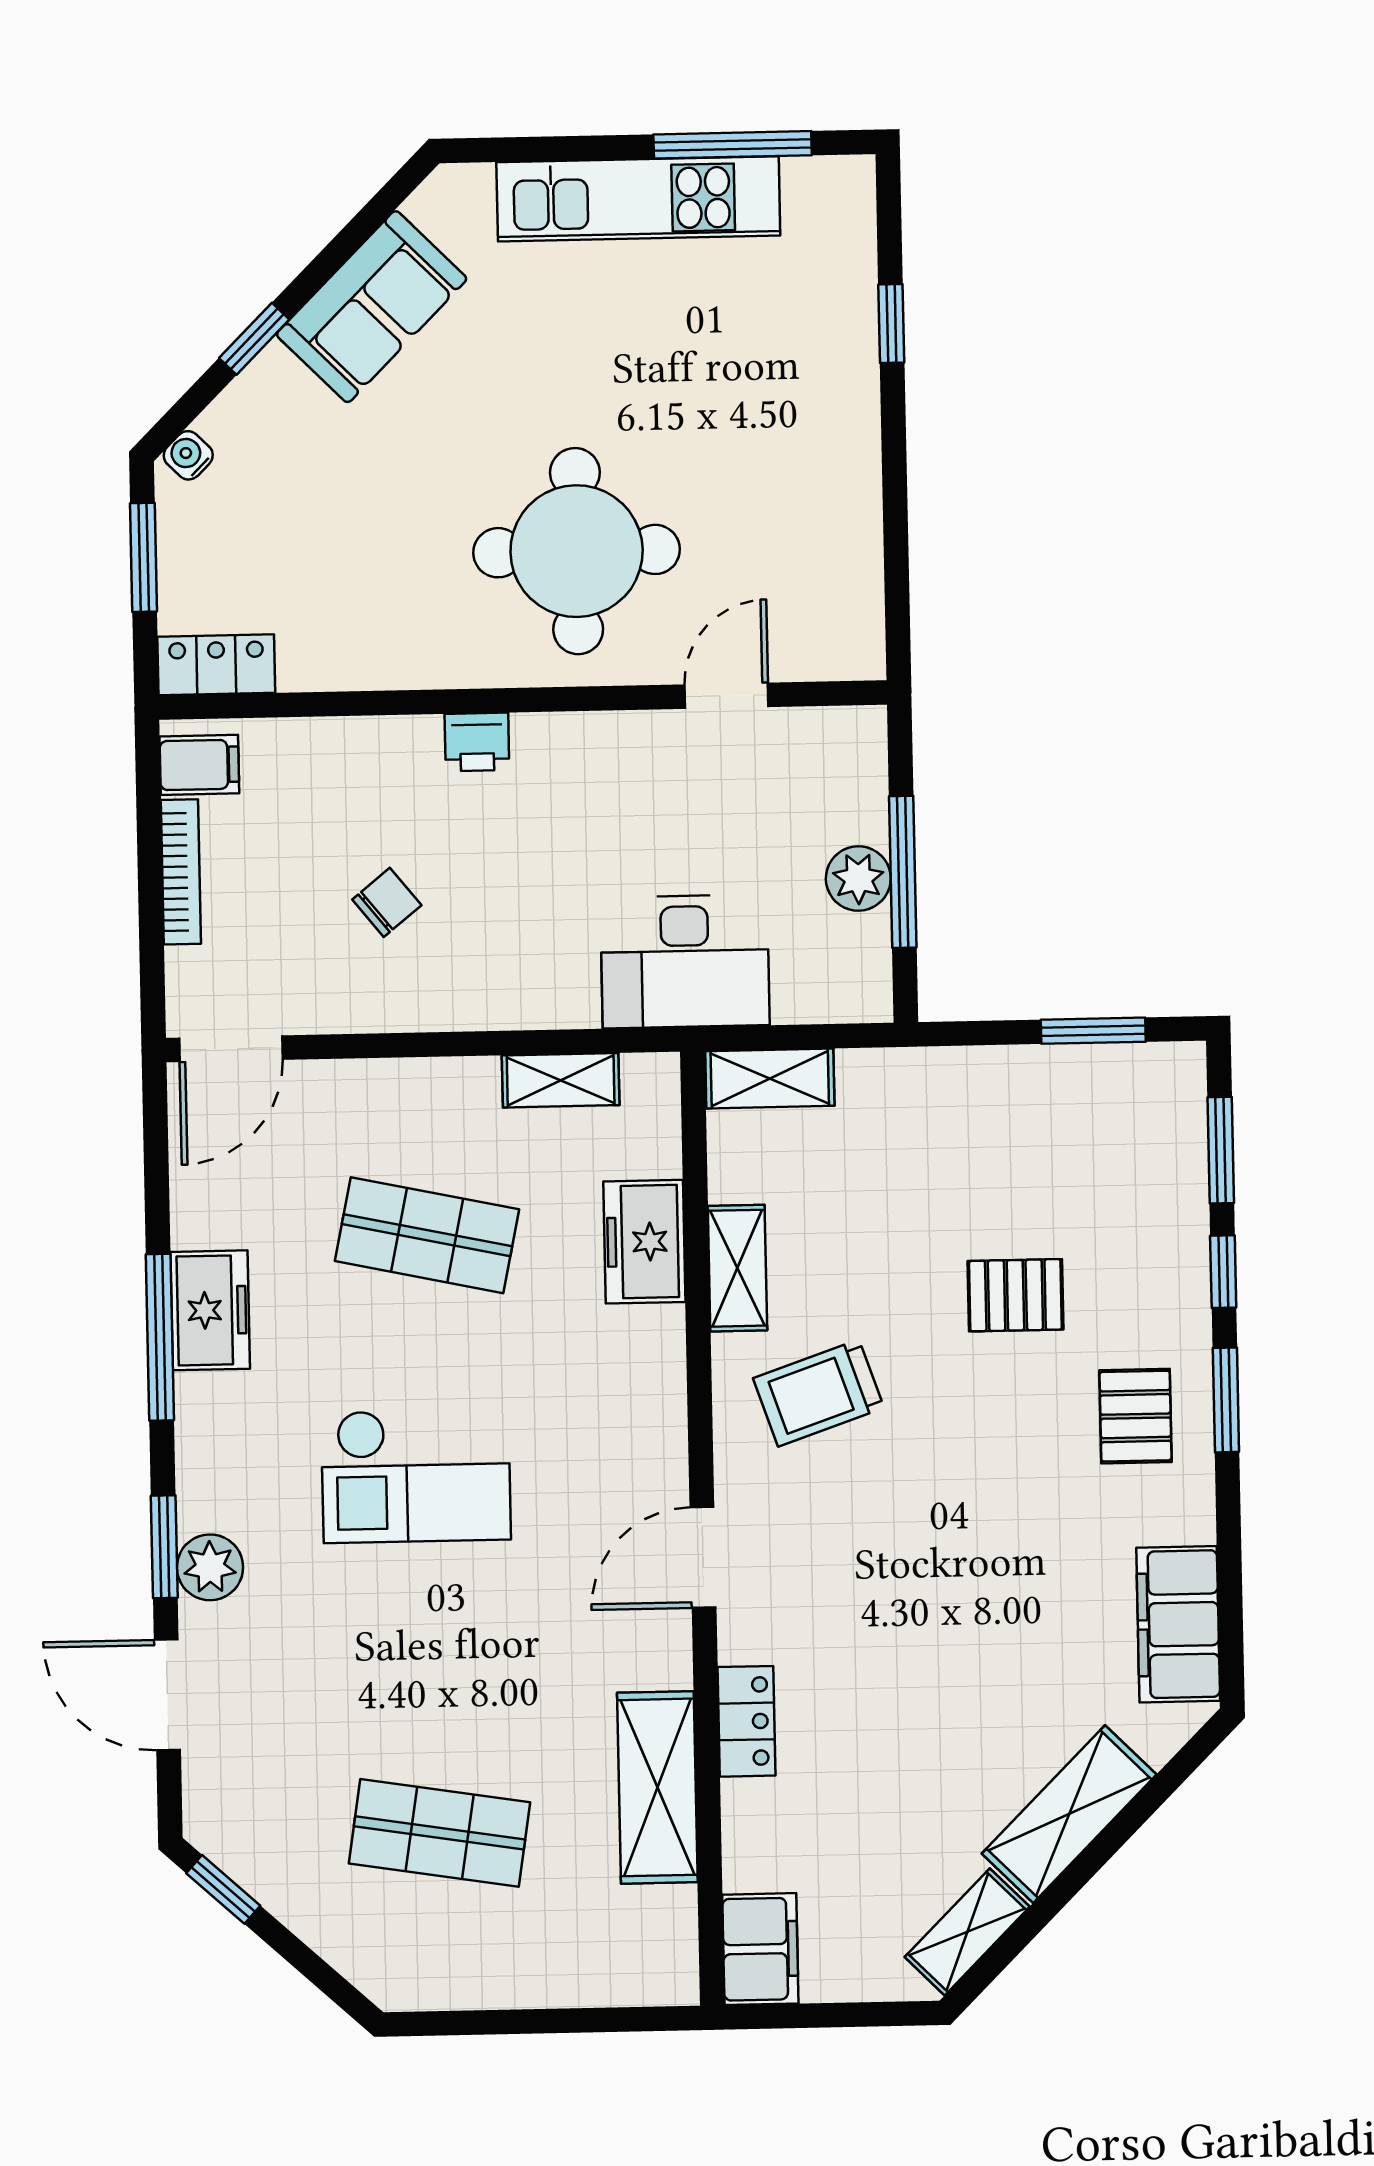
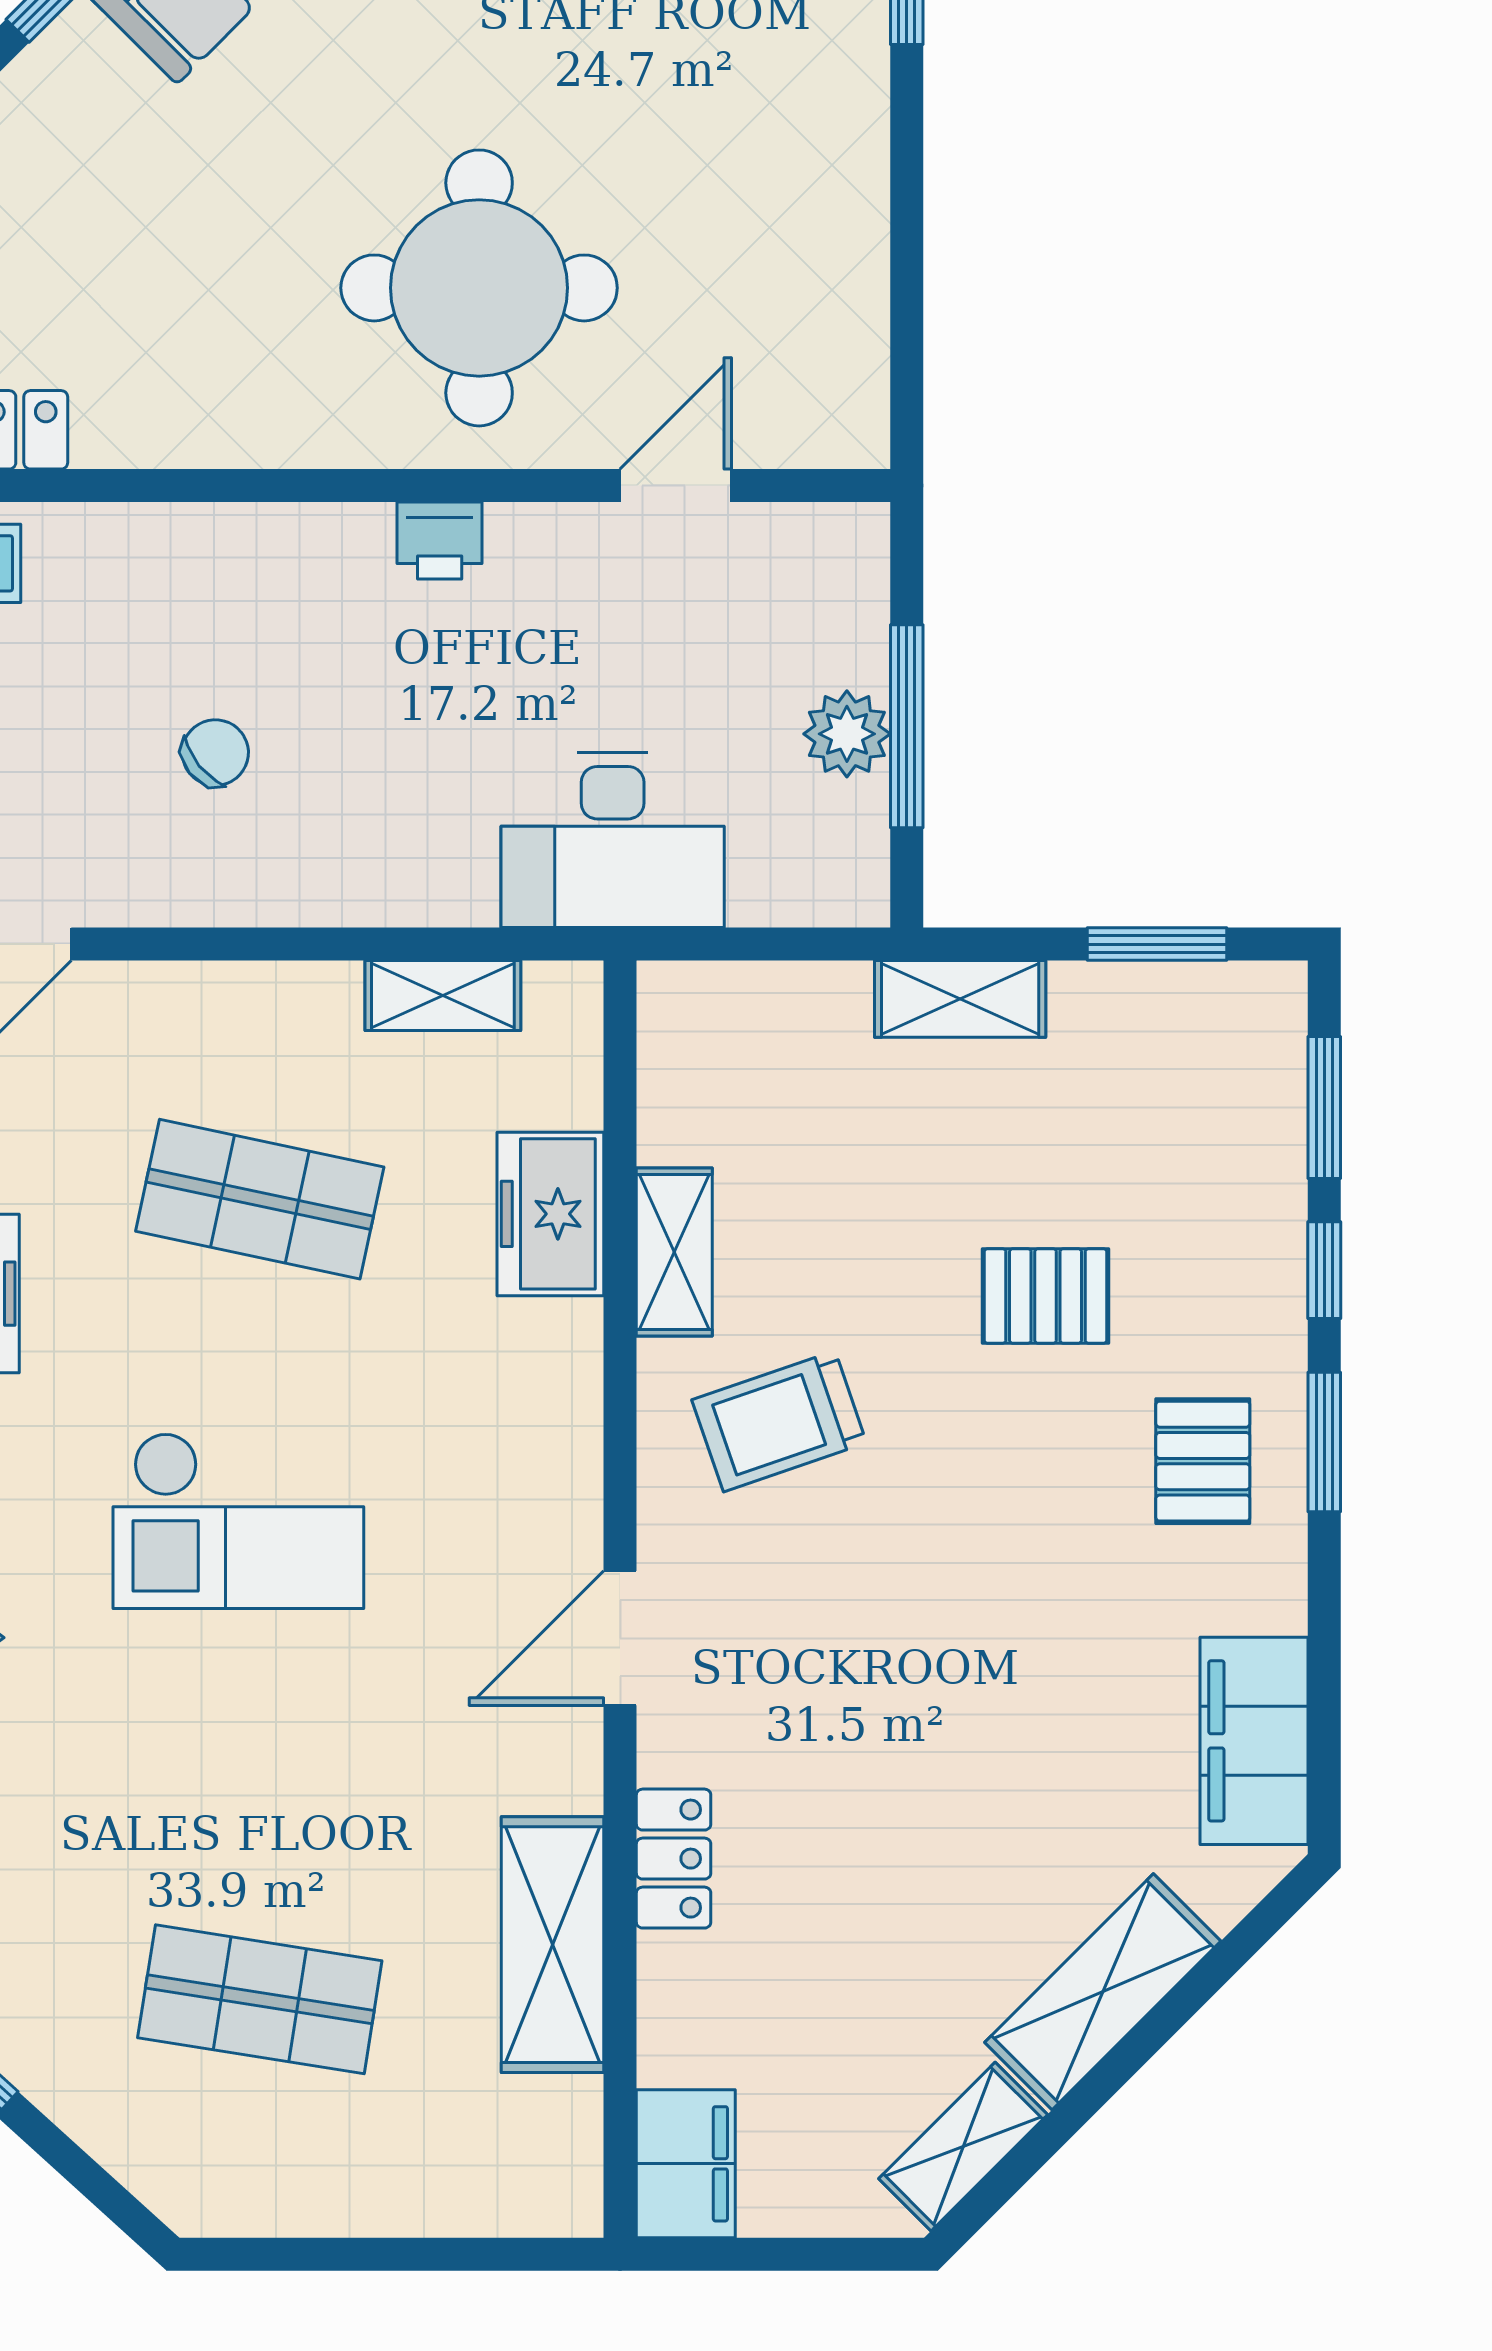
printer: (477, 742) -> (440, 540), moved
shelving: (770, 1078) -> (960, 999), moved

